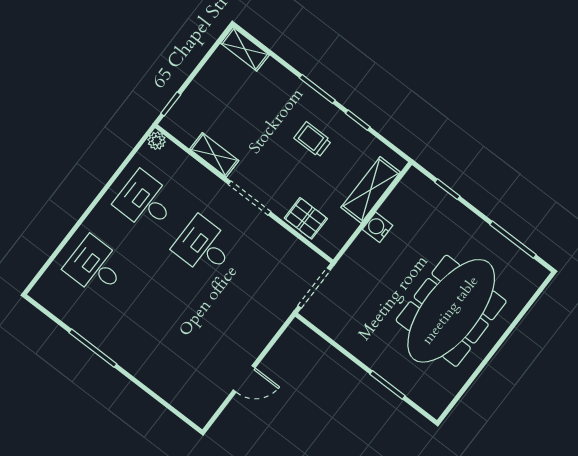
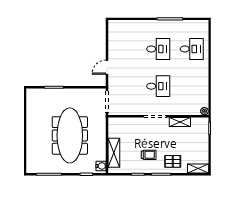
desk: (145, 201) -> (158, 49), moved
pallet: (306, 218) -> (173, 161), moved
water cooler: (378, 227) -> (101, 166), moved
meeting table: (451, 311) -> (70, 135), moved
door: (244, 379) -> (107, 67), moved

